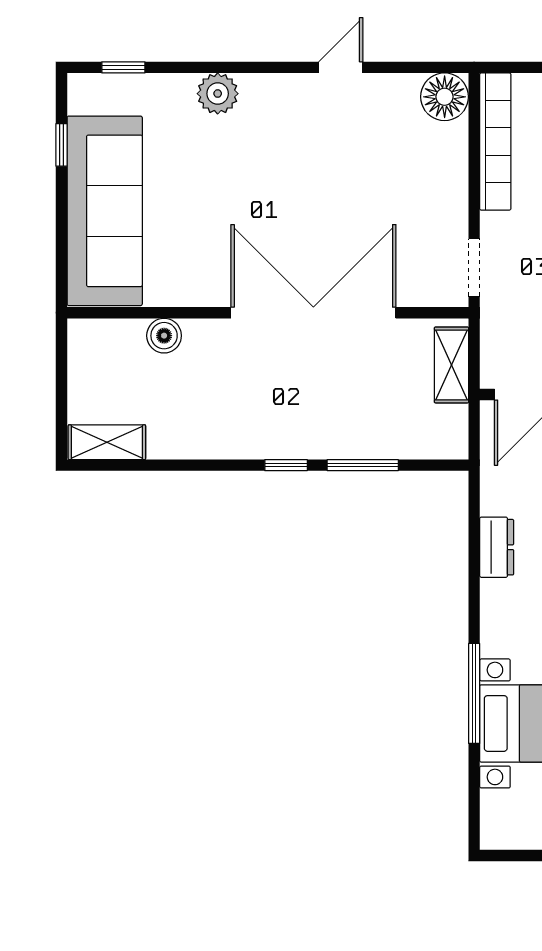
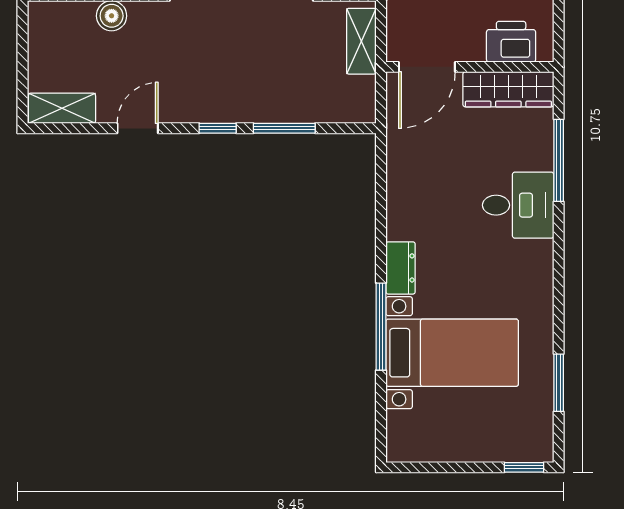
door: (194, 465) -> (138, 128), added
dresser: (497, 547) -> (401, 268), moved

